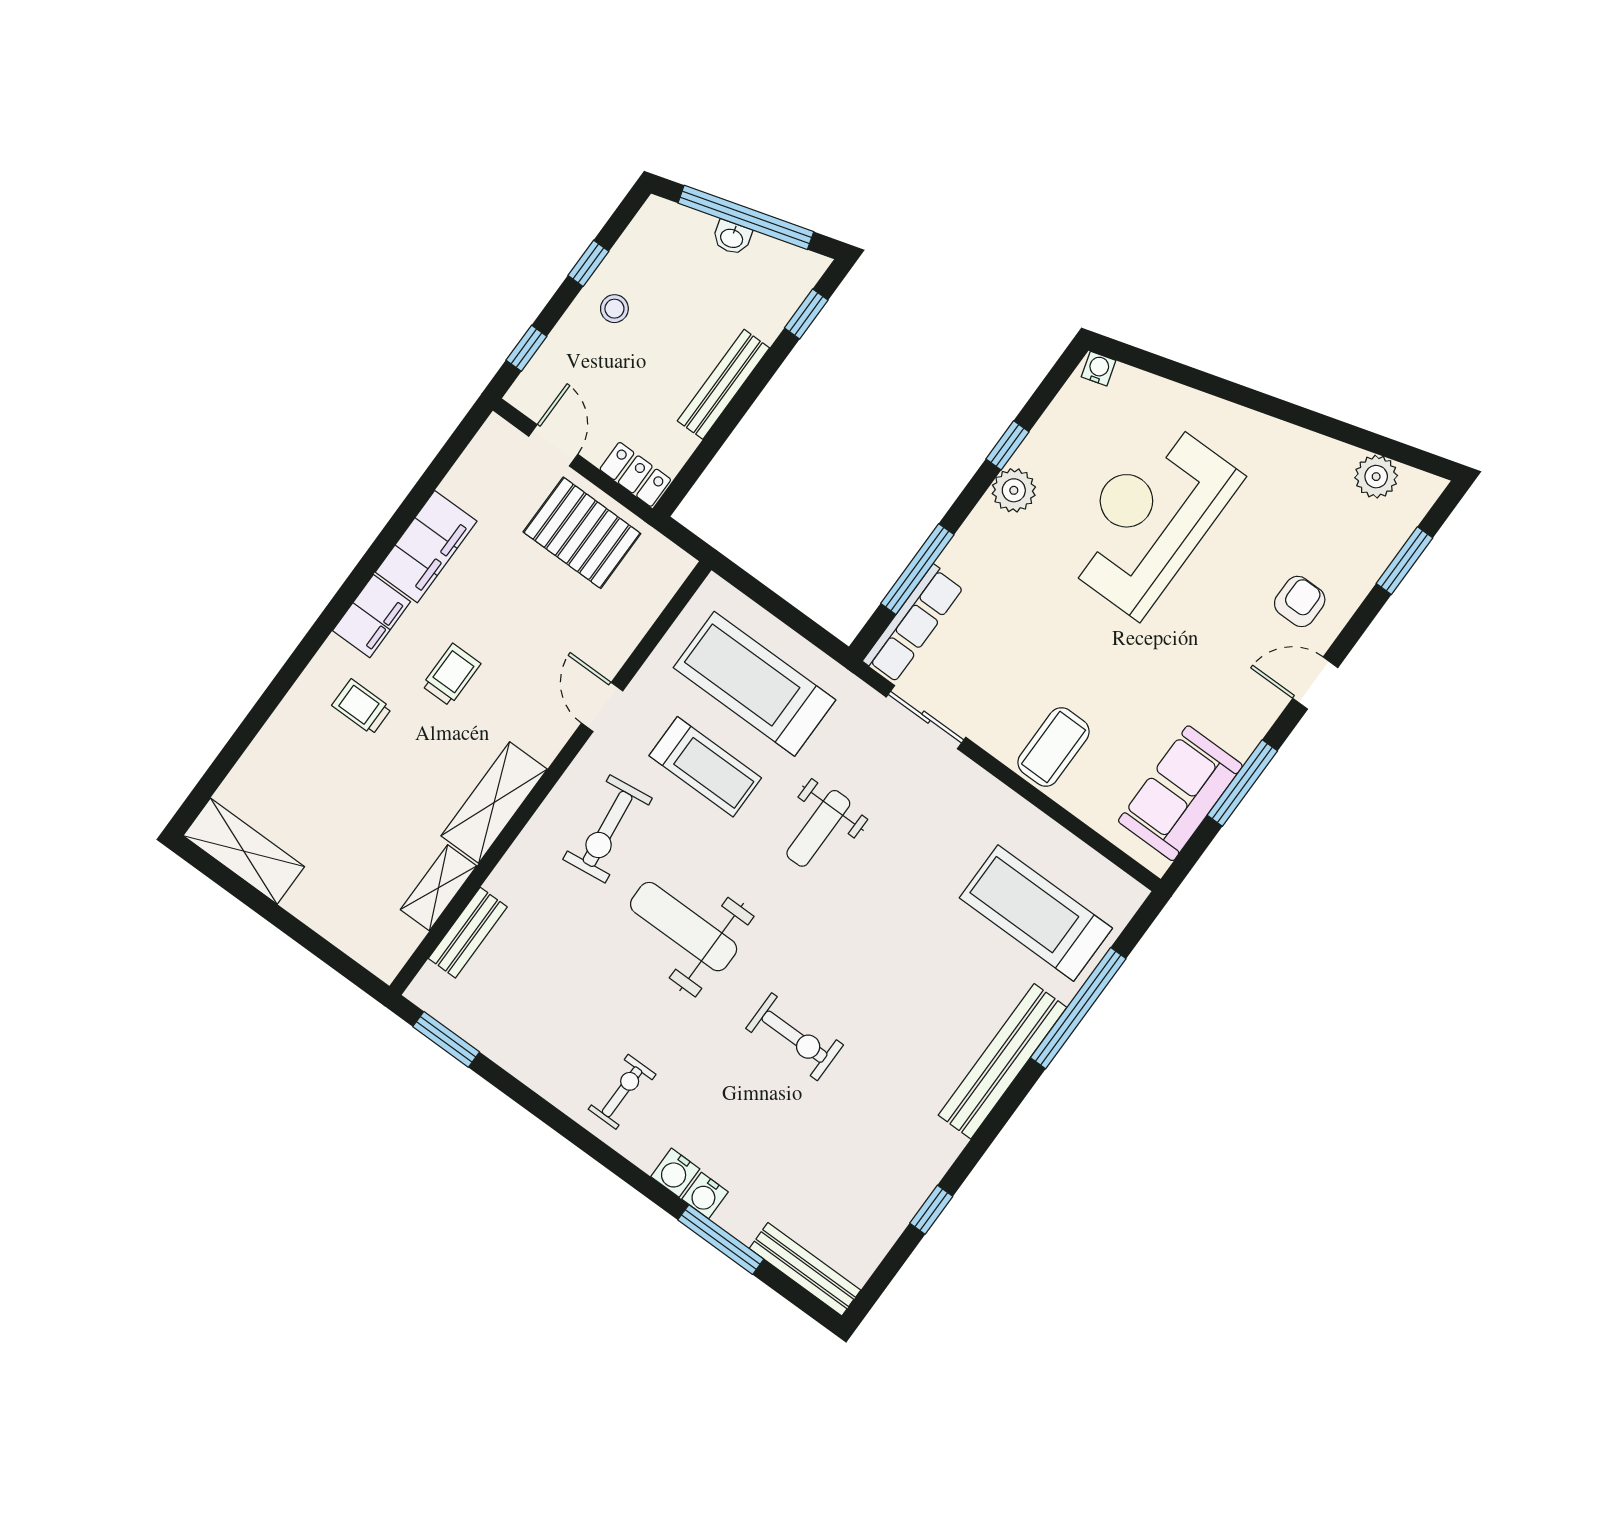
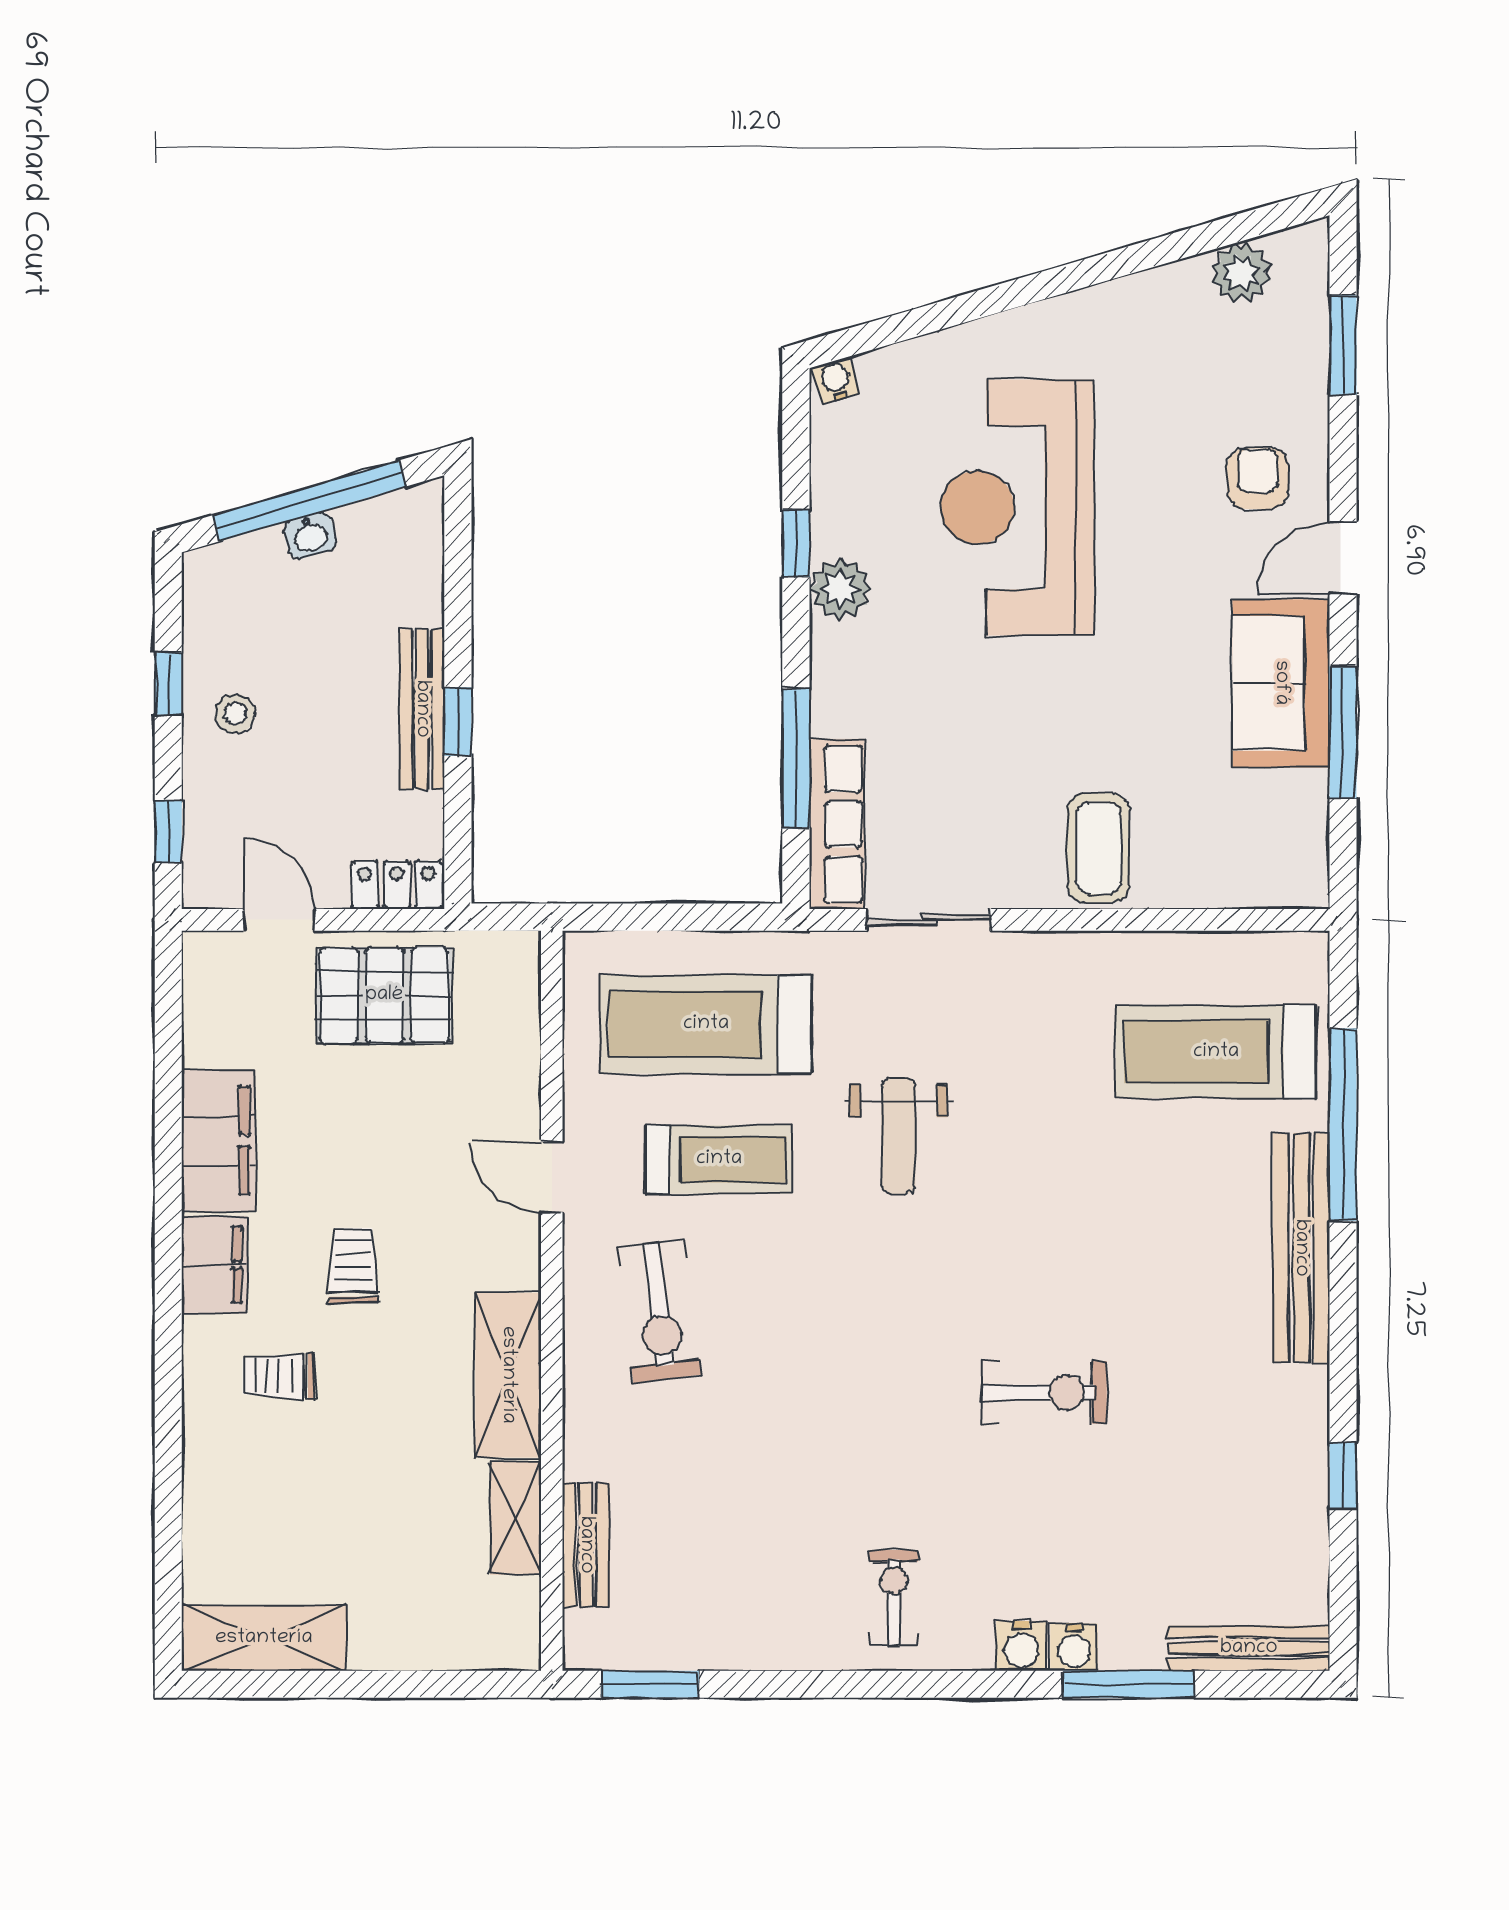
window: (806, 314) -> (458, 722), moved
sofa: (1180, 793) -> (1281, 683), moved
weight bench: (684, 927) -> (827, 1359), removed

